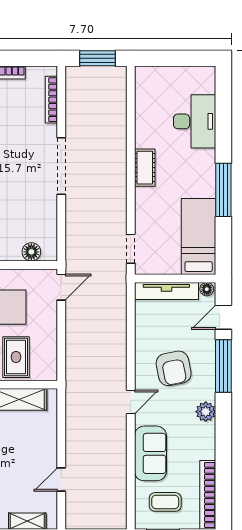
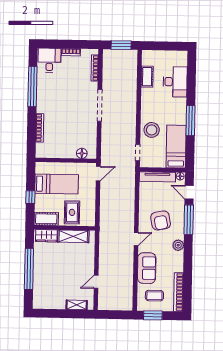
cot: (145, 168) -> (147, 77), moved
stool: (155, 208) -> (152, 130), added
door: (223, 317) -> (189, 192), hinge flipped

